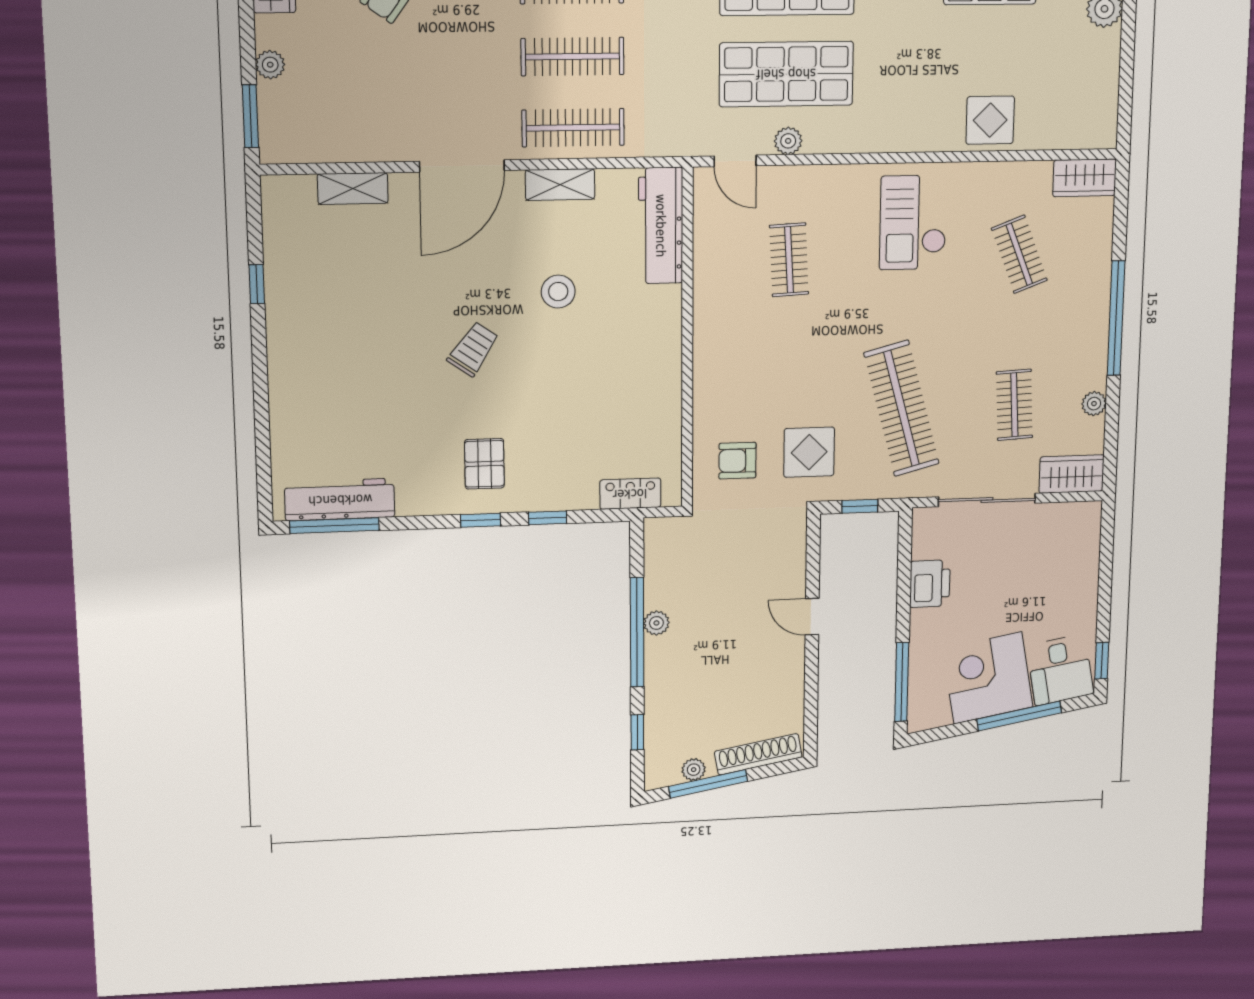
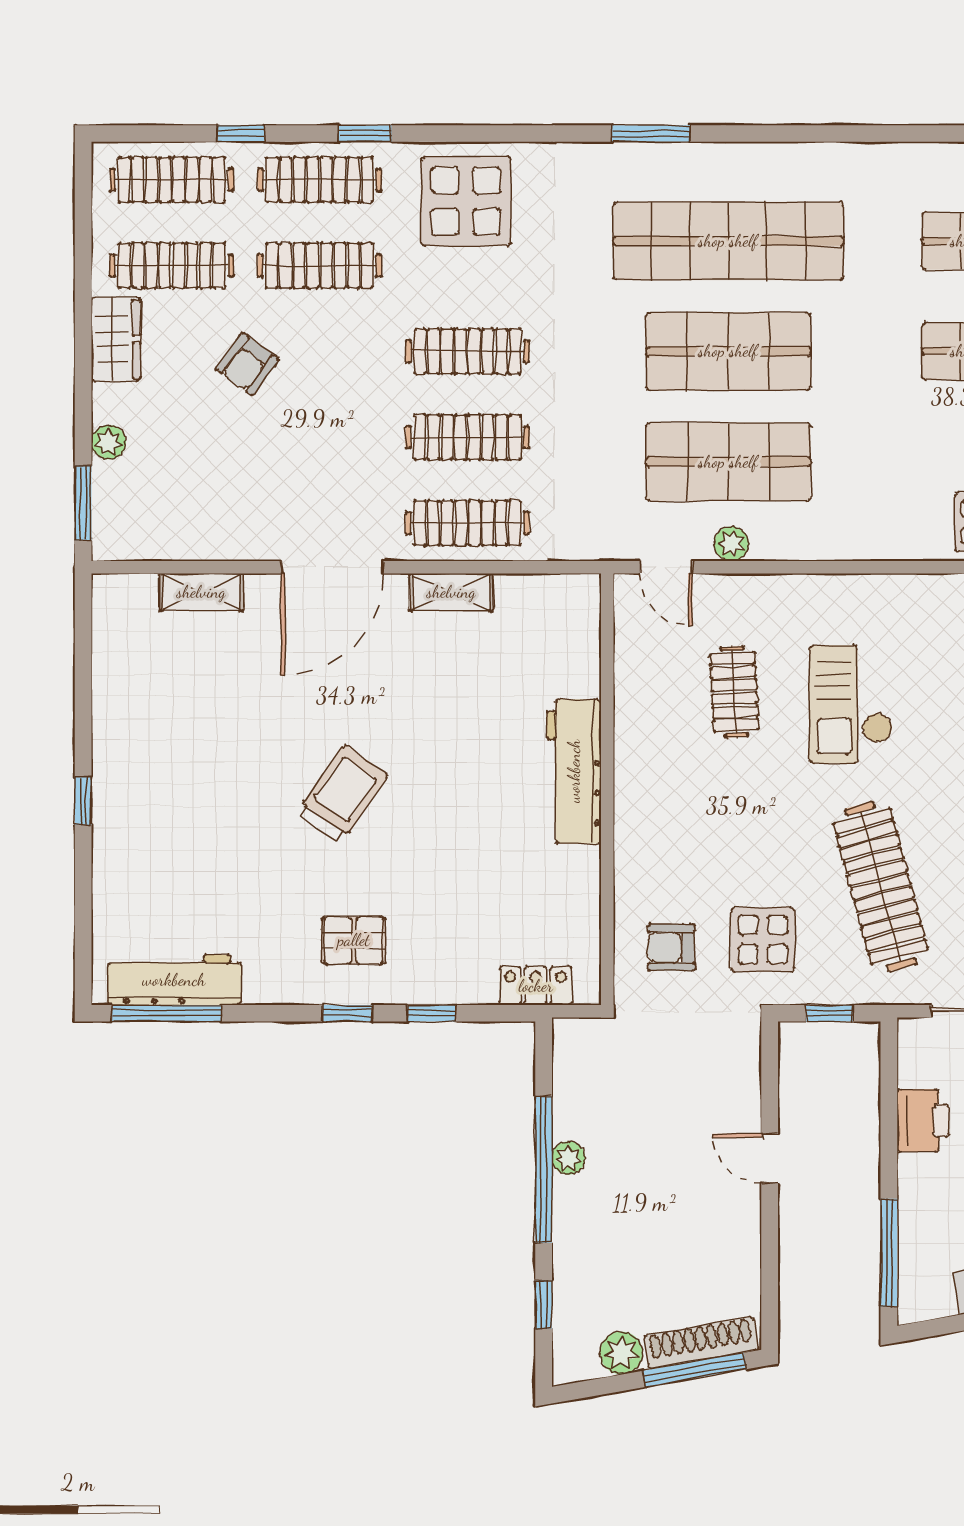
checkout: (913, 223) -> (851, 704), moved
workbench: (661, 226) -> (574, 771), moved
window: (257, 284) -> (83, 801), moved
stool: (558, 292) -> (447, 725), removed
trolley: (473, 349) -> (342, 794), width x1.36, depth x1.39
pallet: (484, 464) -> (354, 940), turned 90
plant: (694, 770) -> (621, 1353), width x1.38, depth x1.38
window: (708, 784) -> (695, 1370), moved

